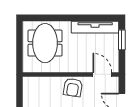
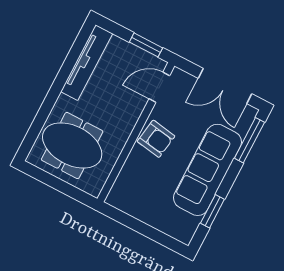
window: (122, 40) -> (146, 45), moved

